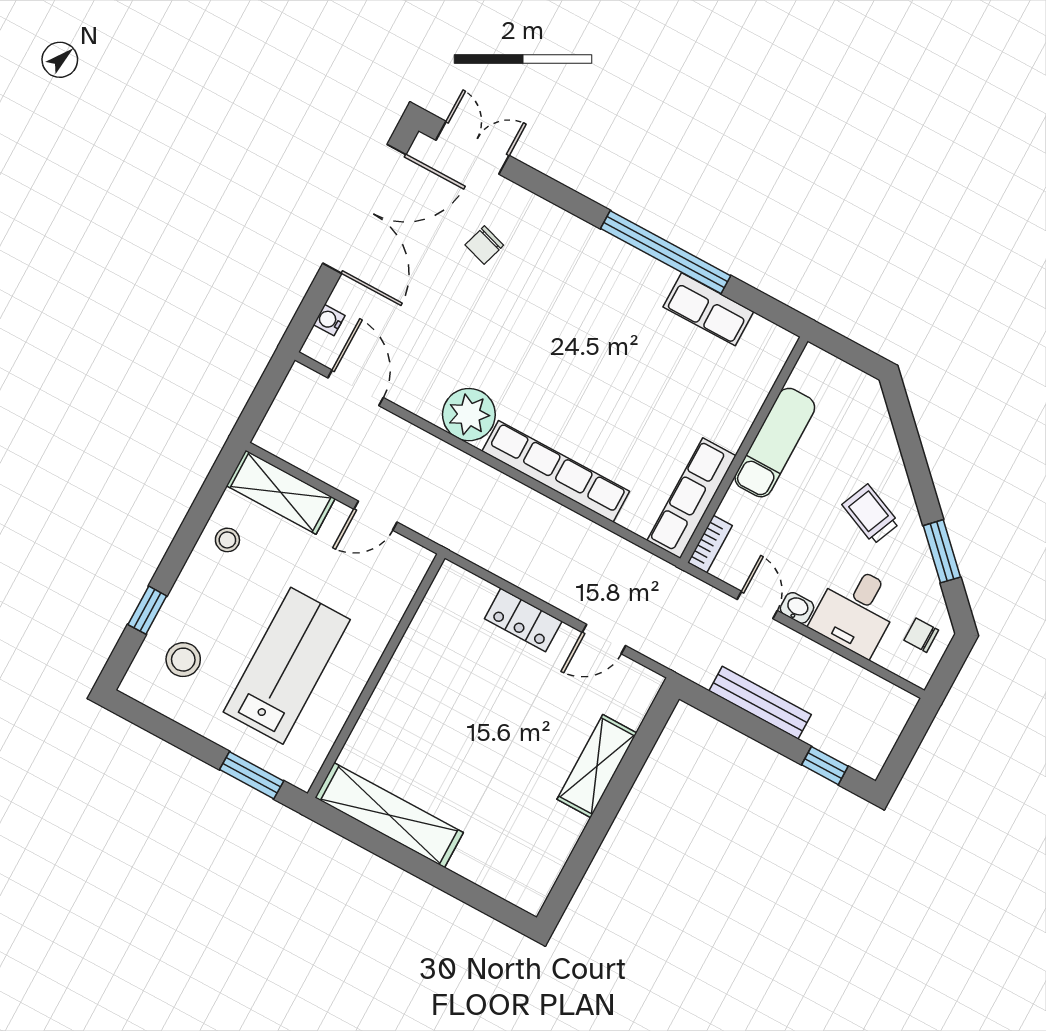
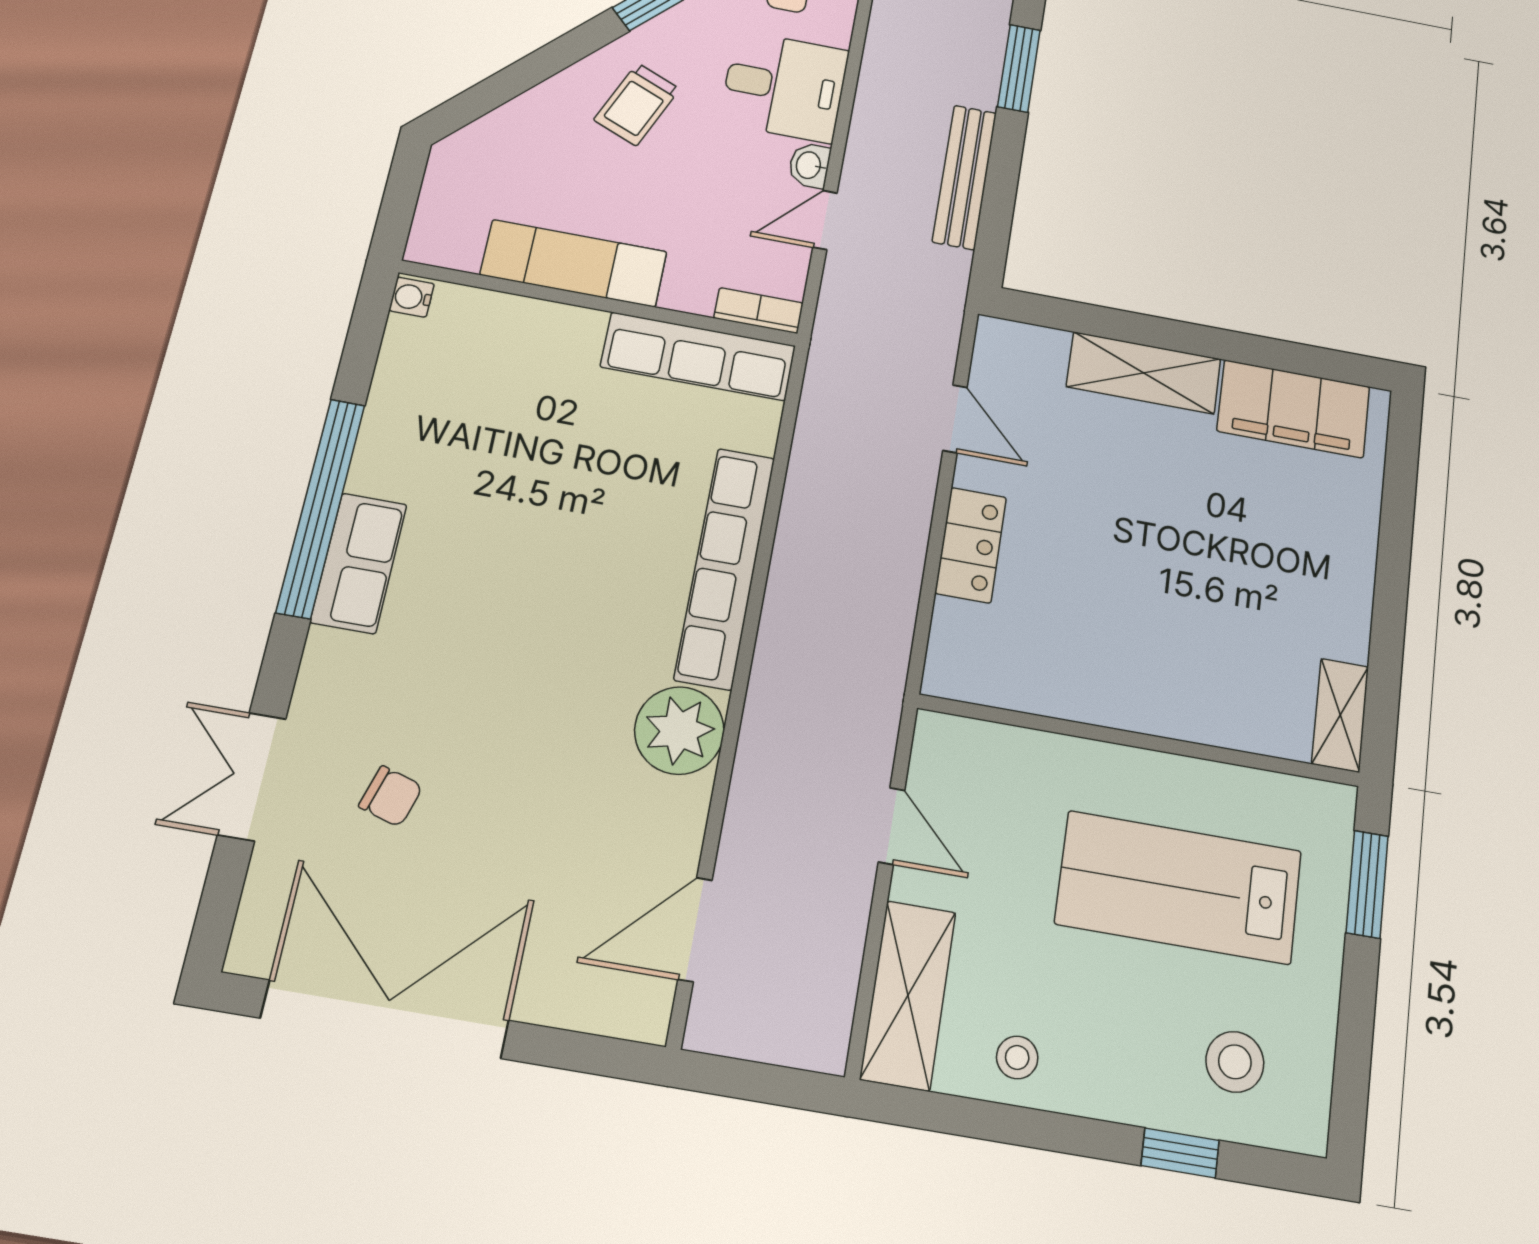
double door: (472, 148) -> (252, 777), moved
row of seats: (708, 309) -> (359, 563), moved
water cooler: (329, 320) -> (412, 297), moved, turned 90
window: (825, 766) -> (1019, 68), width x1.50
shelving: (389, 815) -> (1340, 715), width x0.45, depth x0.75
filing cabinet: (545, 851) -> (1294, 409), added

